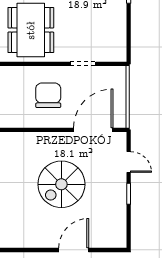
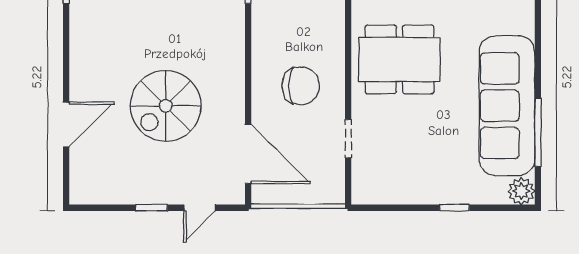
spiral stairs: (61, 184) -> (166, 106), turned -90
door: (74, 250) -> (66, 124), hinge flipped

